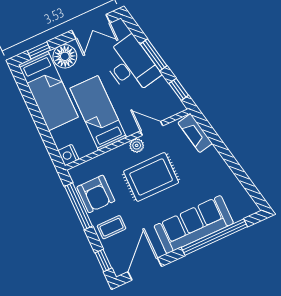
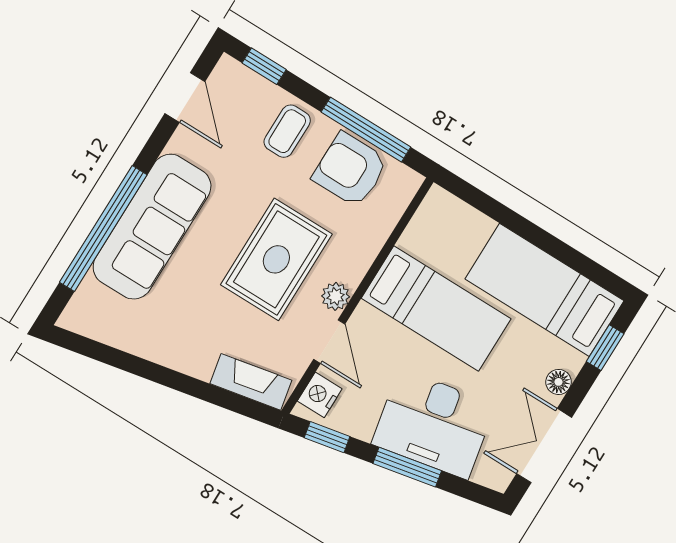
floor lamp: (65, 56) -> (559, 382), width x0.53, depth x0.53
door: (152, 128) -> (329, 342), hinge flipped
nightstand: (68, 155) -> (320, 395), moved, turned -90
door: (145, 269) -> (185, 98), width x0.73

